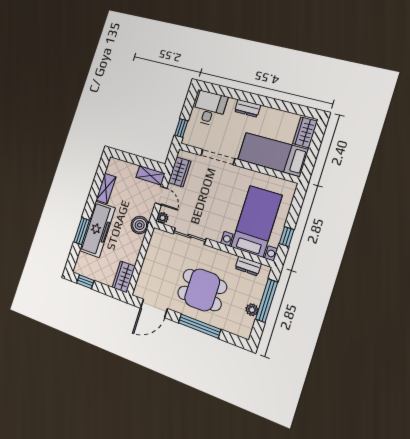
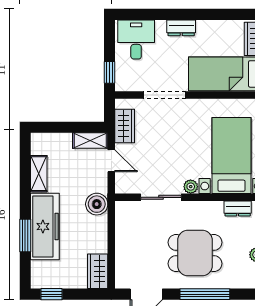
plant: (163, 218) -> (191, 187), moved

